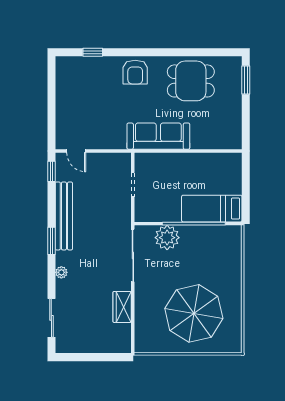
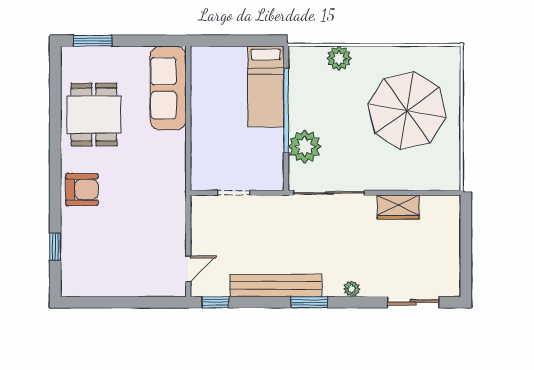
sofa: (158, 136) -> (168, 88), moved
plant: (233, 263) -> (339, 58), added

